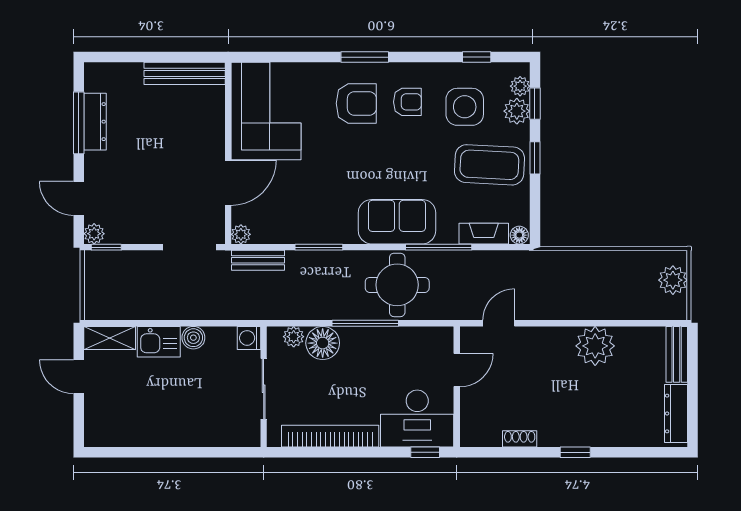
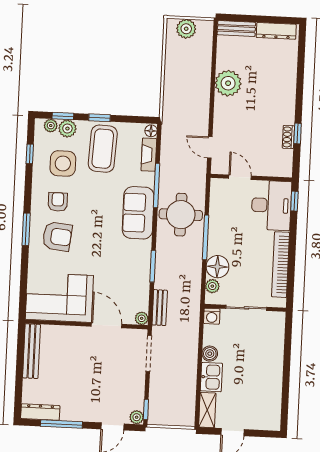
armchair: (356, 103) -> (57, 236), turned 96
dresser: (95, 122) -> (40, 412), moved
window: (575, 452) -> (298, 134), moved

